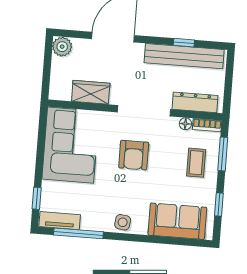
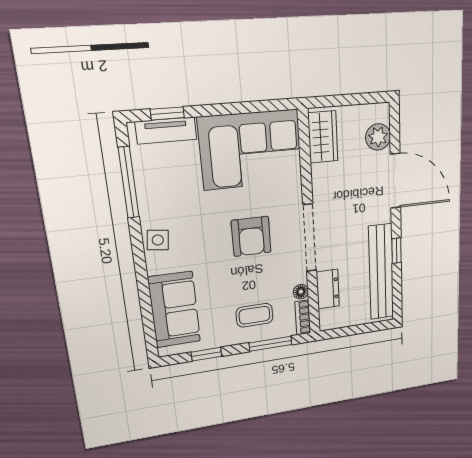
window: (184, 43) -> (396, 251), moved
plant: (62, 47) -> (378, 137), moved
wardrobe: (91, 92) -> (323, 137), moved
dresser: (195, 102) -> (328, 289), width x0.70
armchair: (134, 155) -> (251, 236), turned -90
tv unit: (60, 221) -> (166, 131), moved, turned 90

